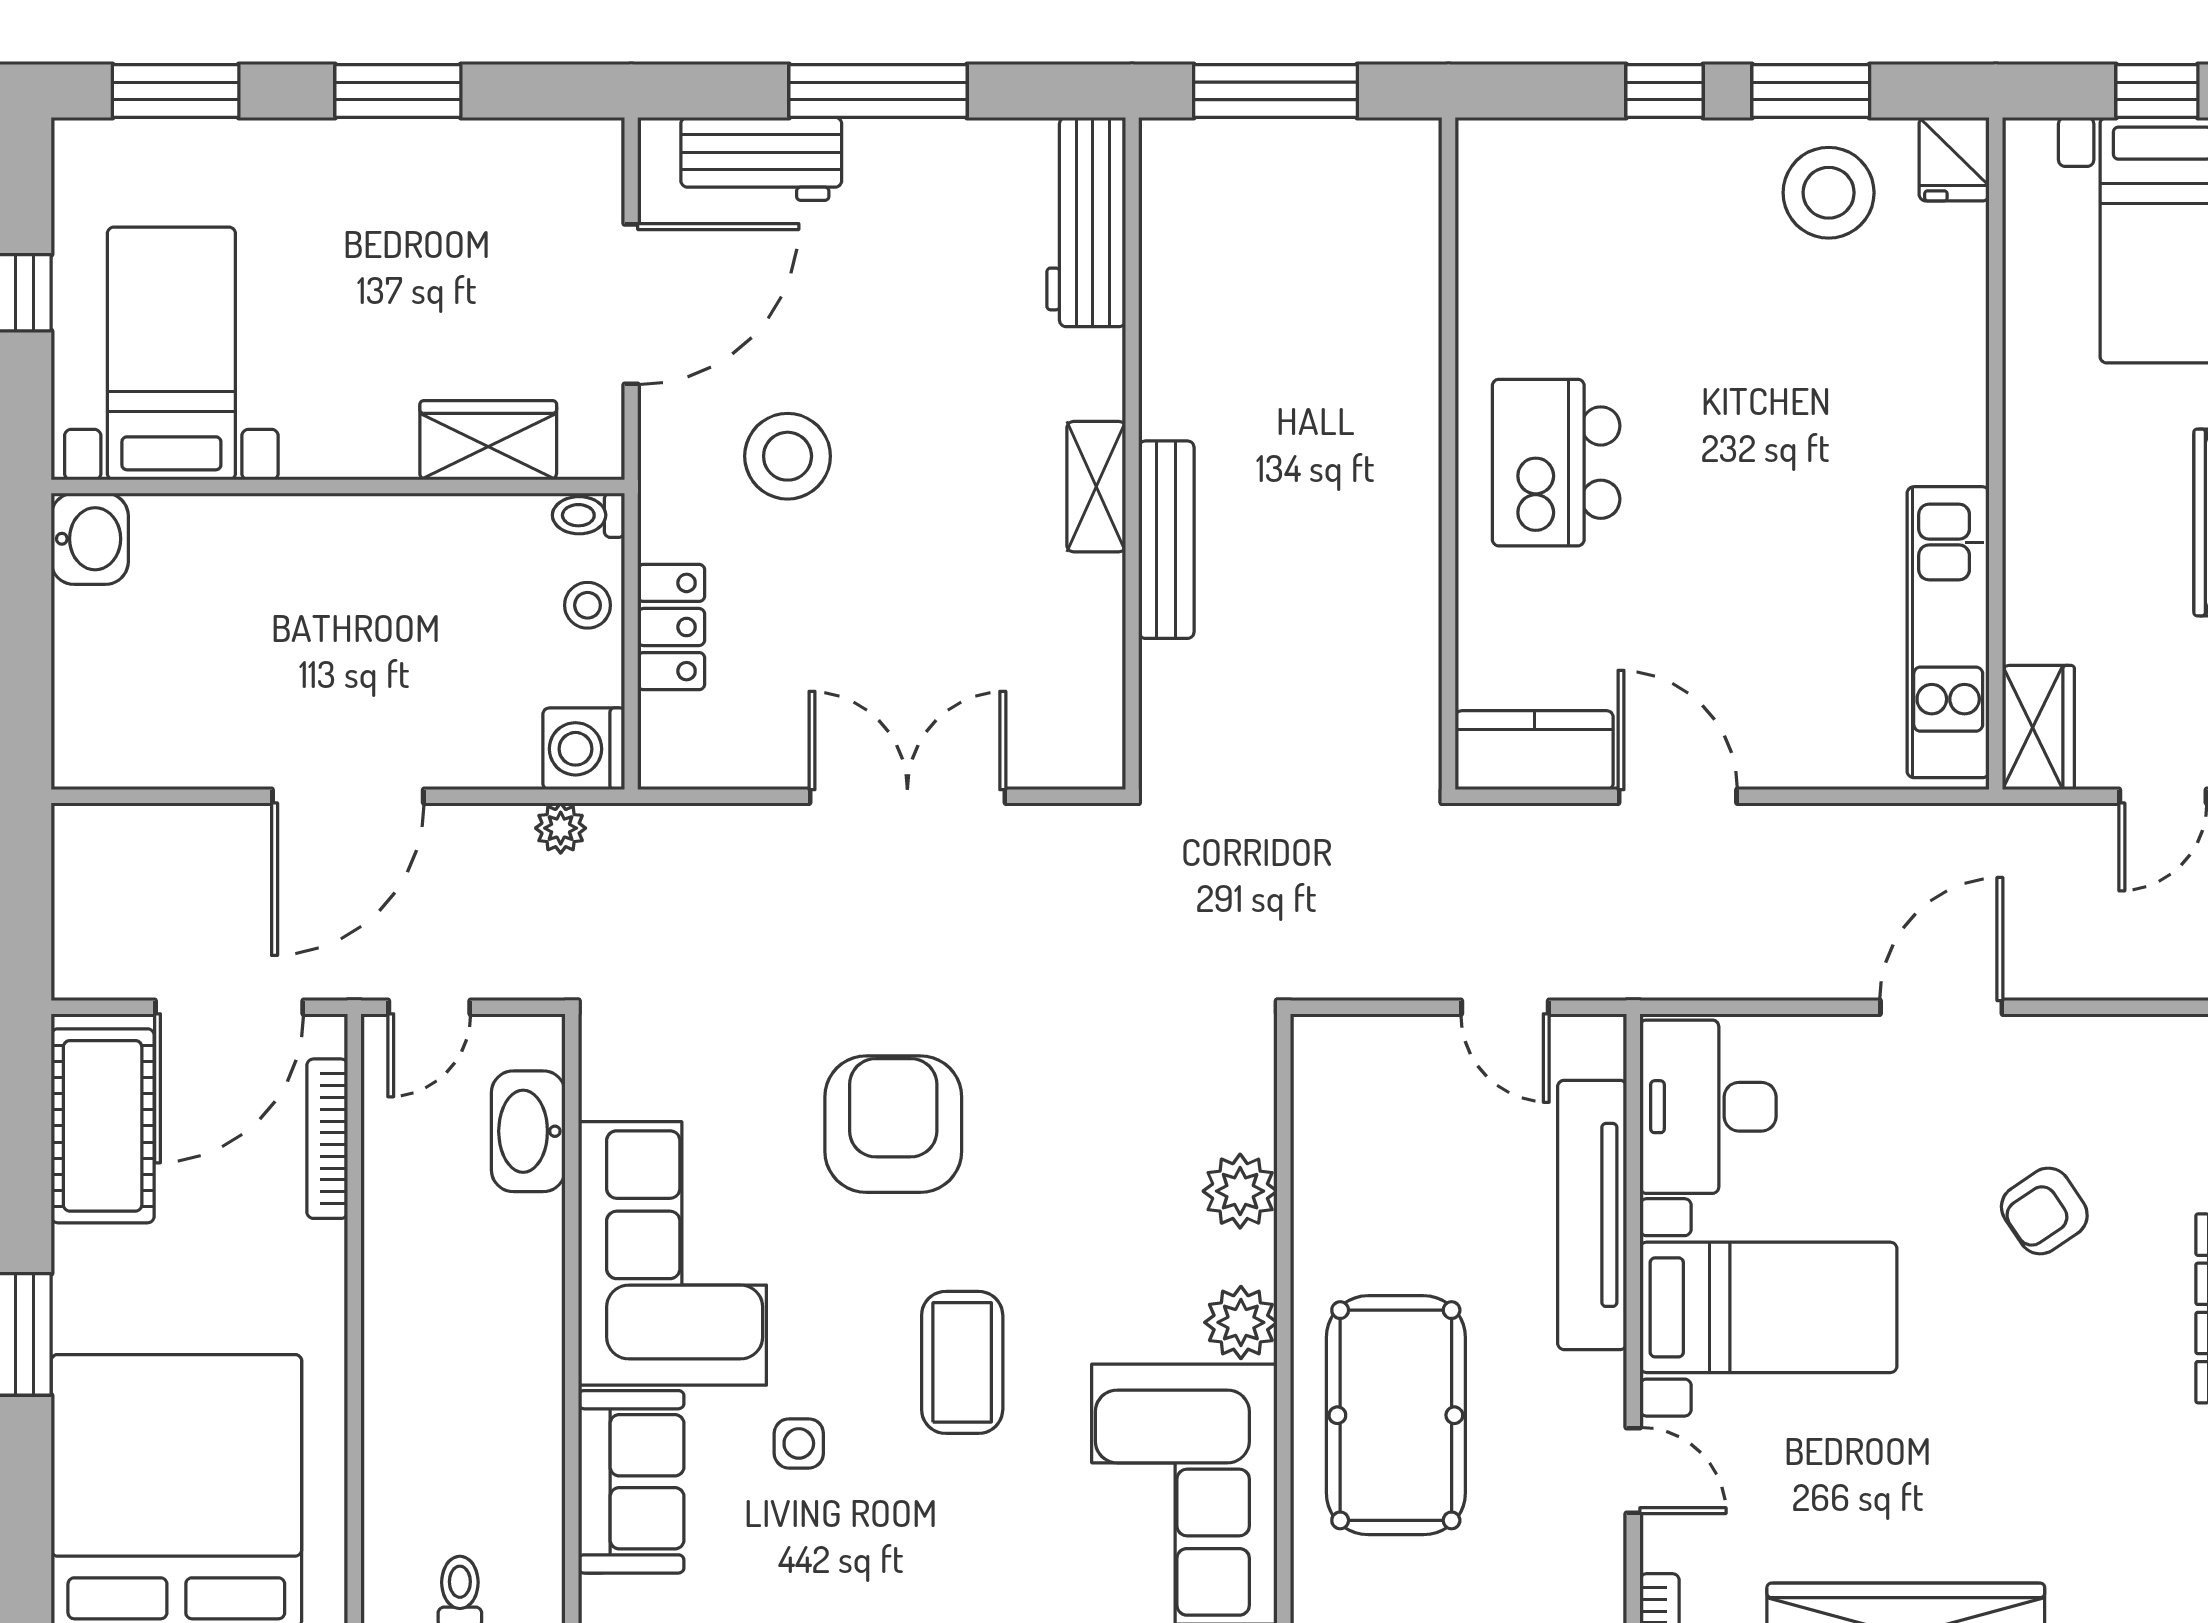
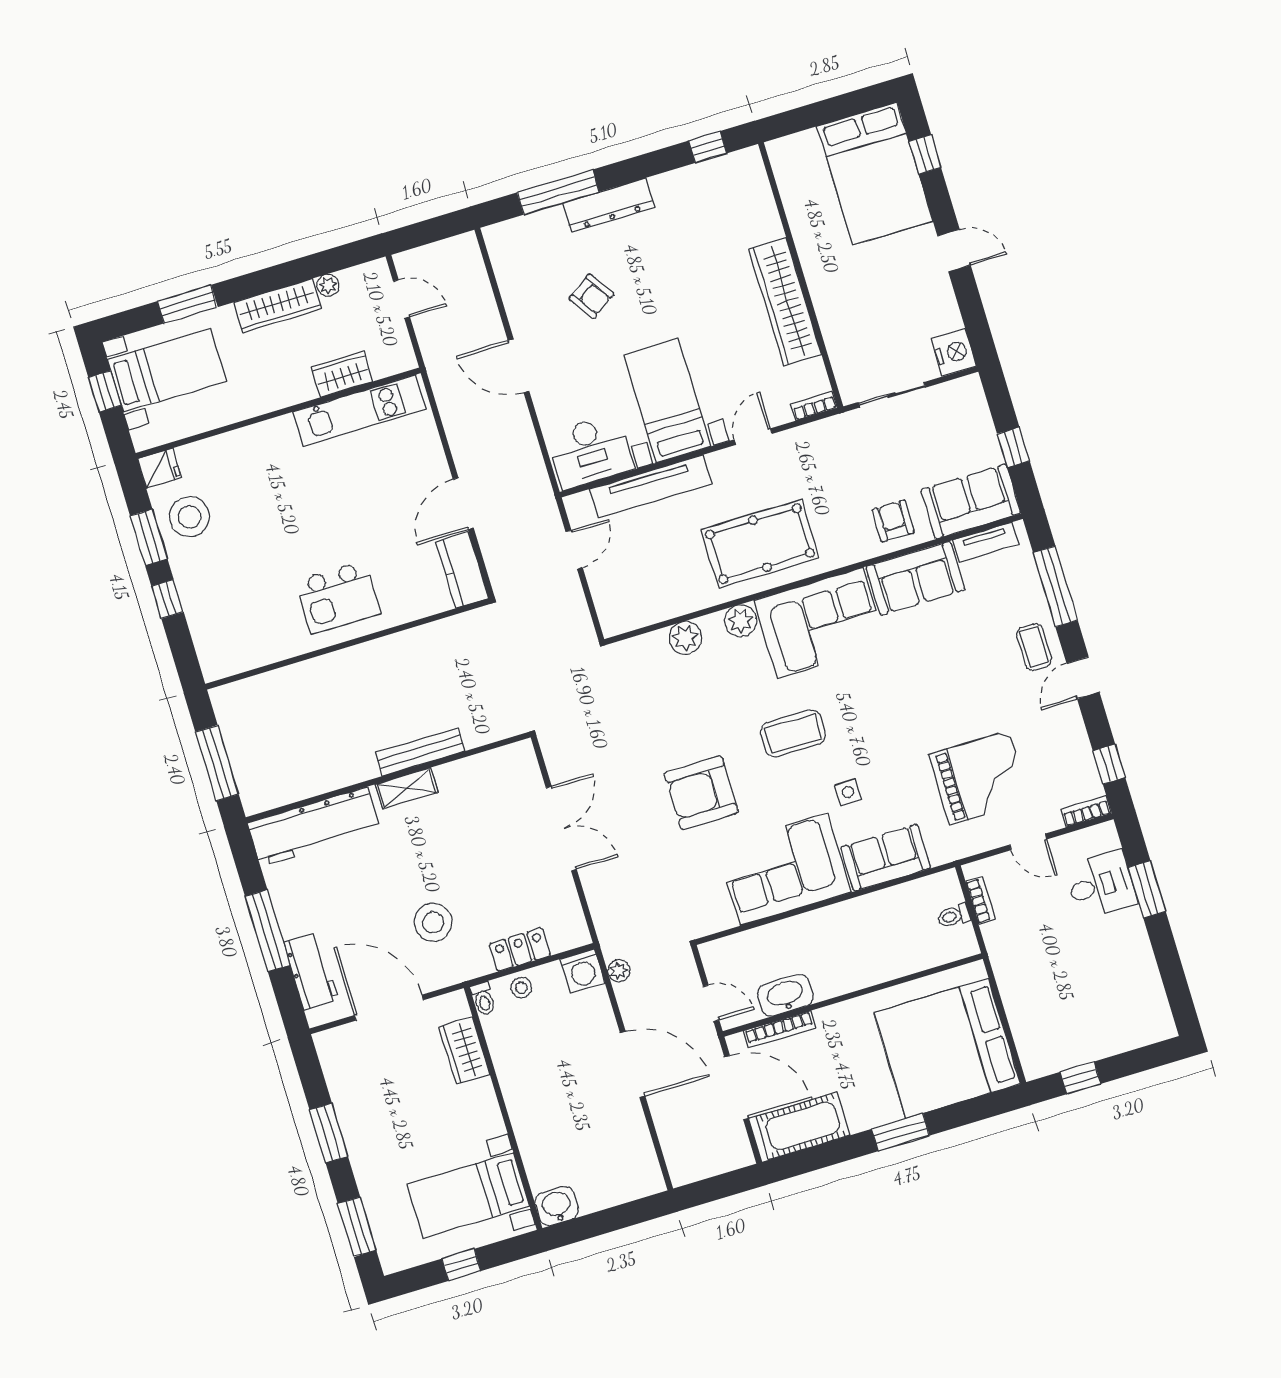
workbench: (1086, 222) -> (314, 827), width x1.36, depth x1.32
wardrobe: (2038, 728) -> (342, 374), moved
double door: (907, 796) -> (561, 828), swing flipped
washbasin: (528, 1131) -> (785, 995), moved, turned 180

